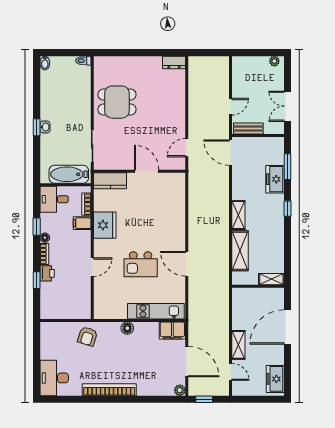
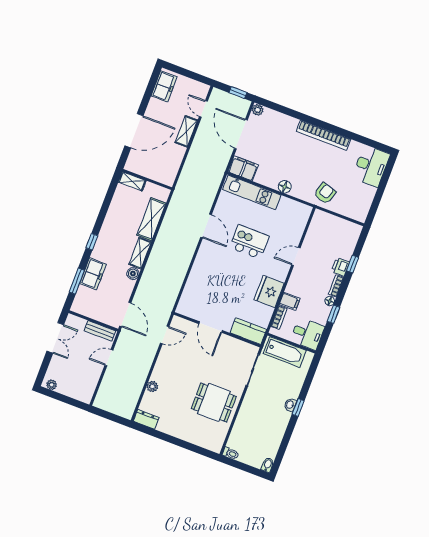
plant: (180, 95) -> (152, 387), added
boiler: (238, 194) -> (133, 274), added

